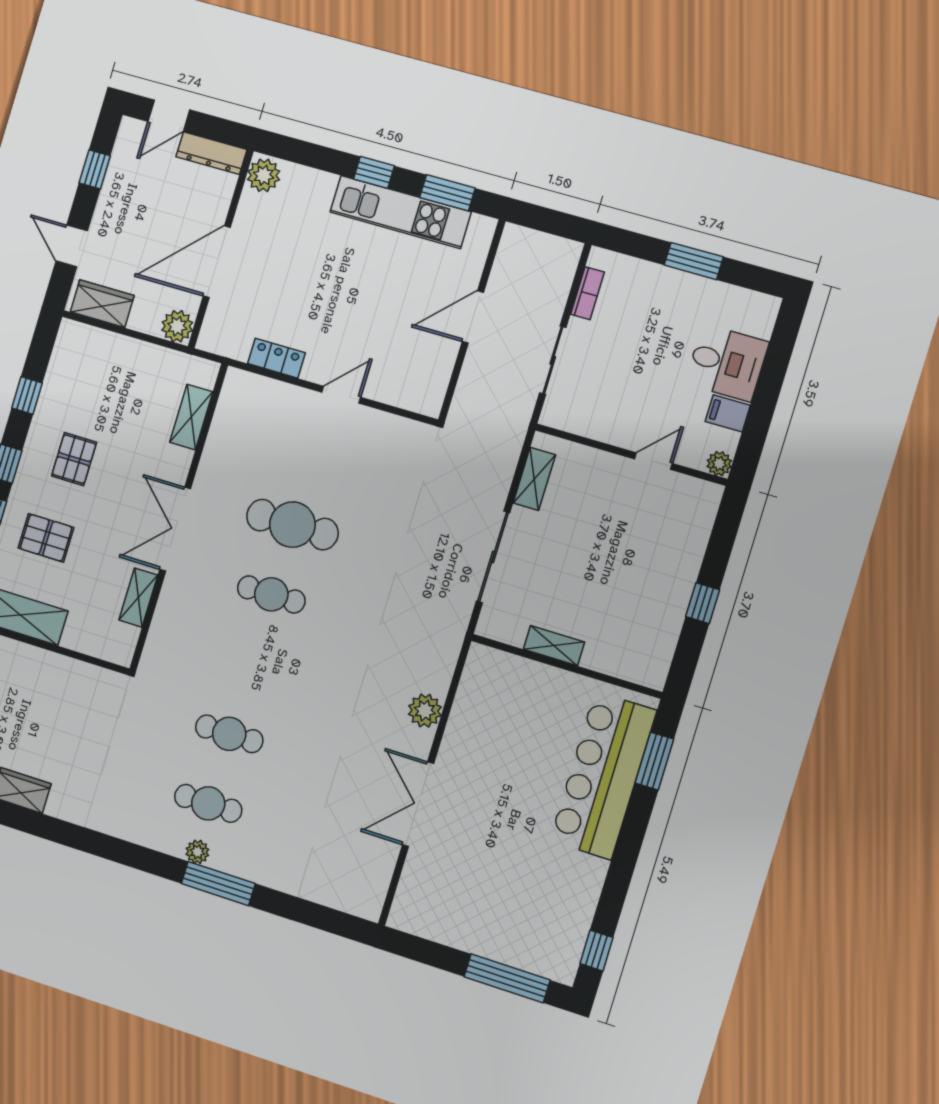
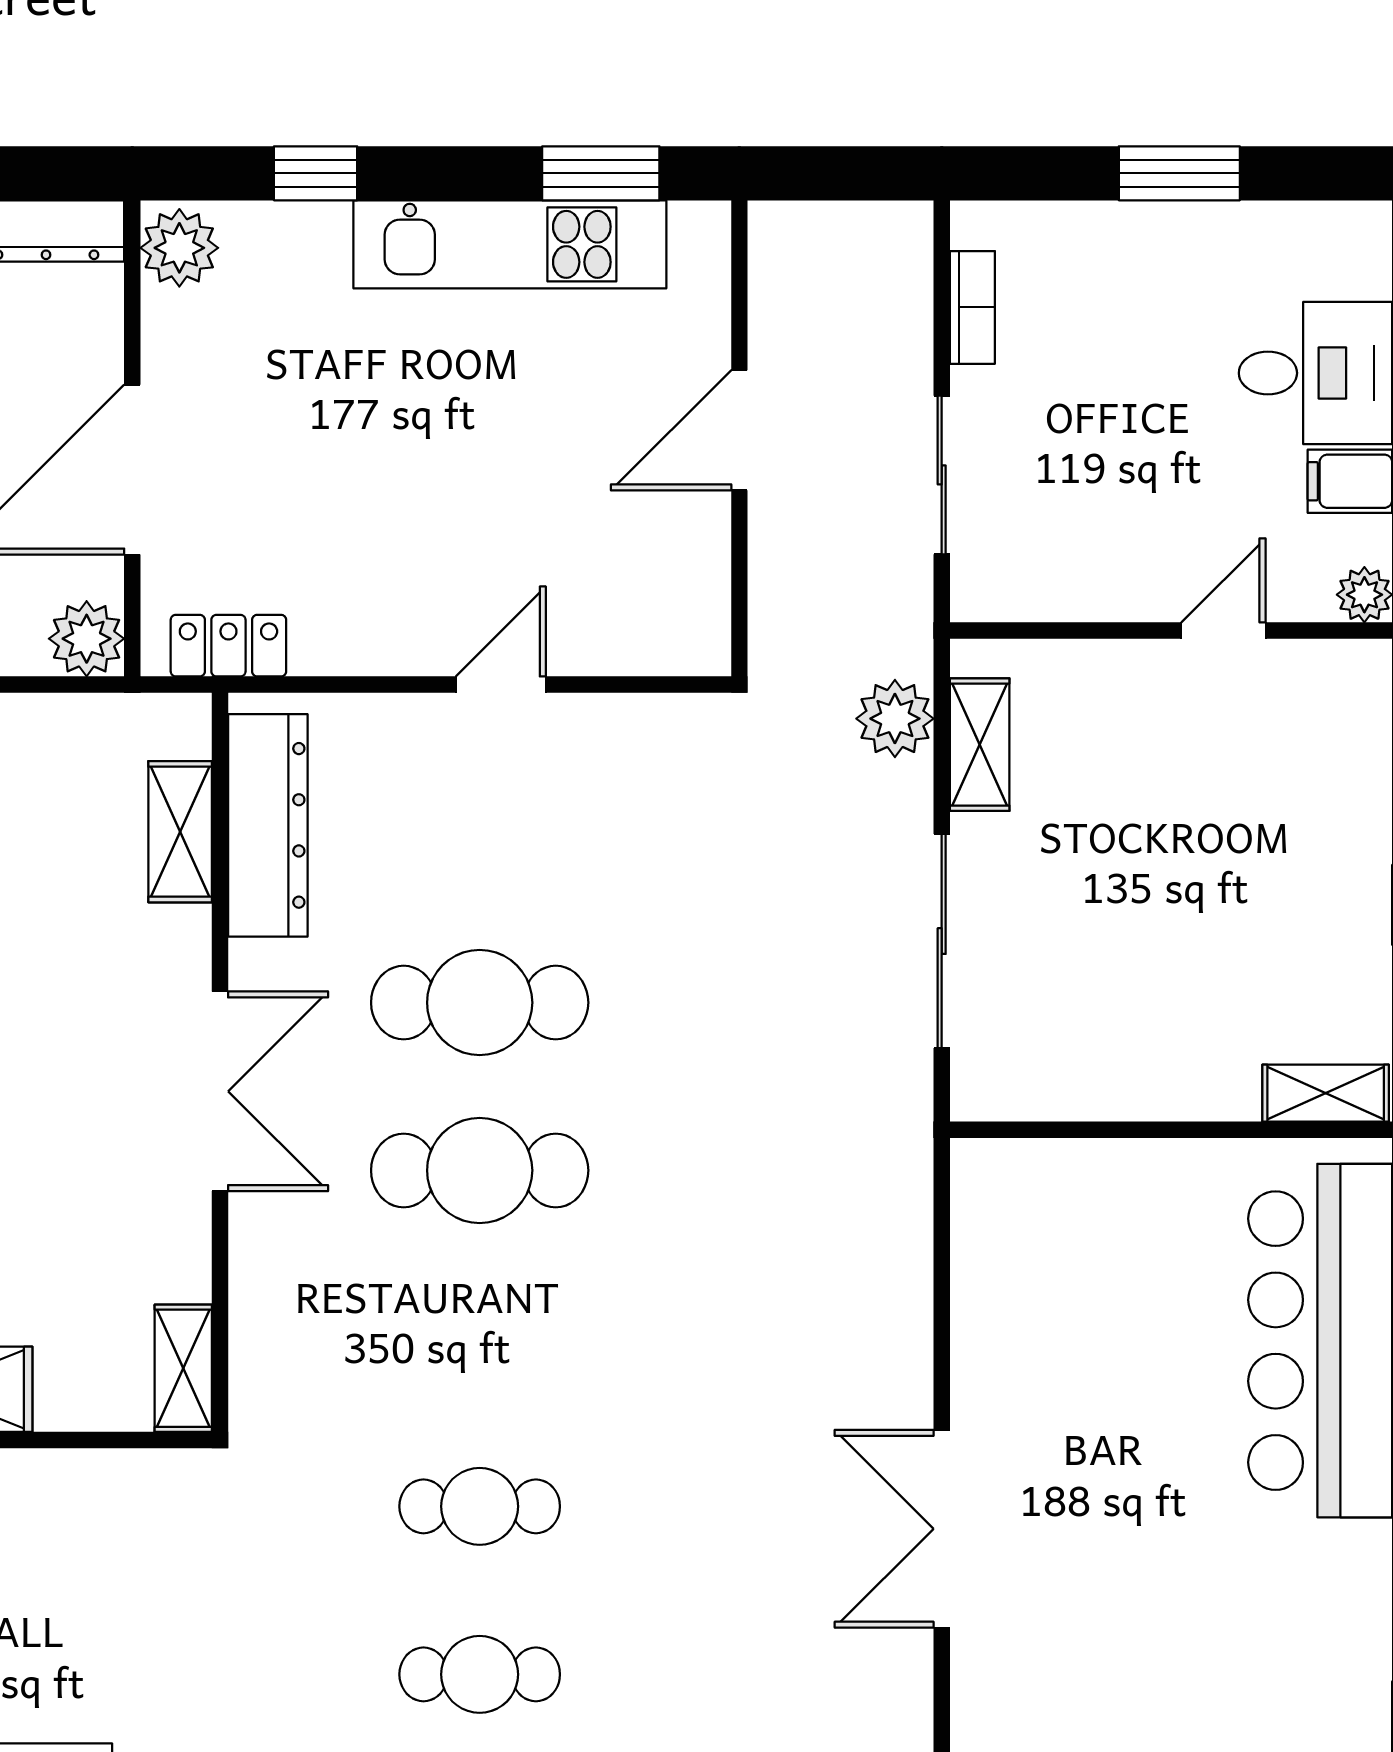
window: (374, 172) -> (316, 173), moved
locker: (276, 358) -> (228, 646), moved
dresser: (228, 425) -> (268, 825), added
double door: (175, 529) -> (220, 1091), swing flipped
cafe table: (271, 594) -> (480, 1170), width x1.37, depth x1.35
shelving: (138, 598) -> (183, 1368), moved
shelving: (554, 646) -> (1326, 1093), moved
plant: (425, 711) -> (895, 719), moved

